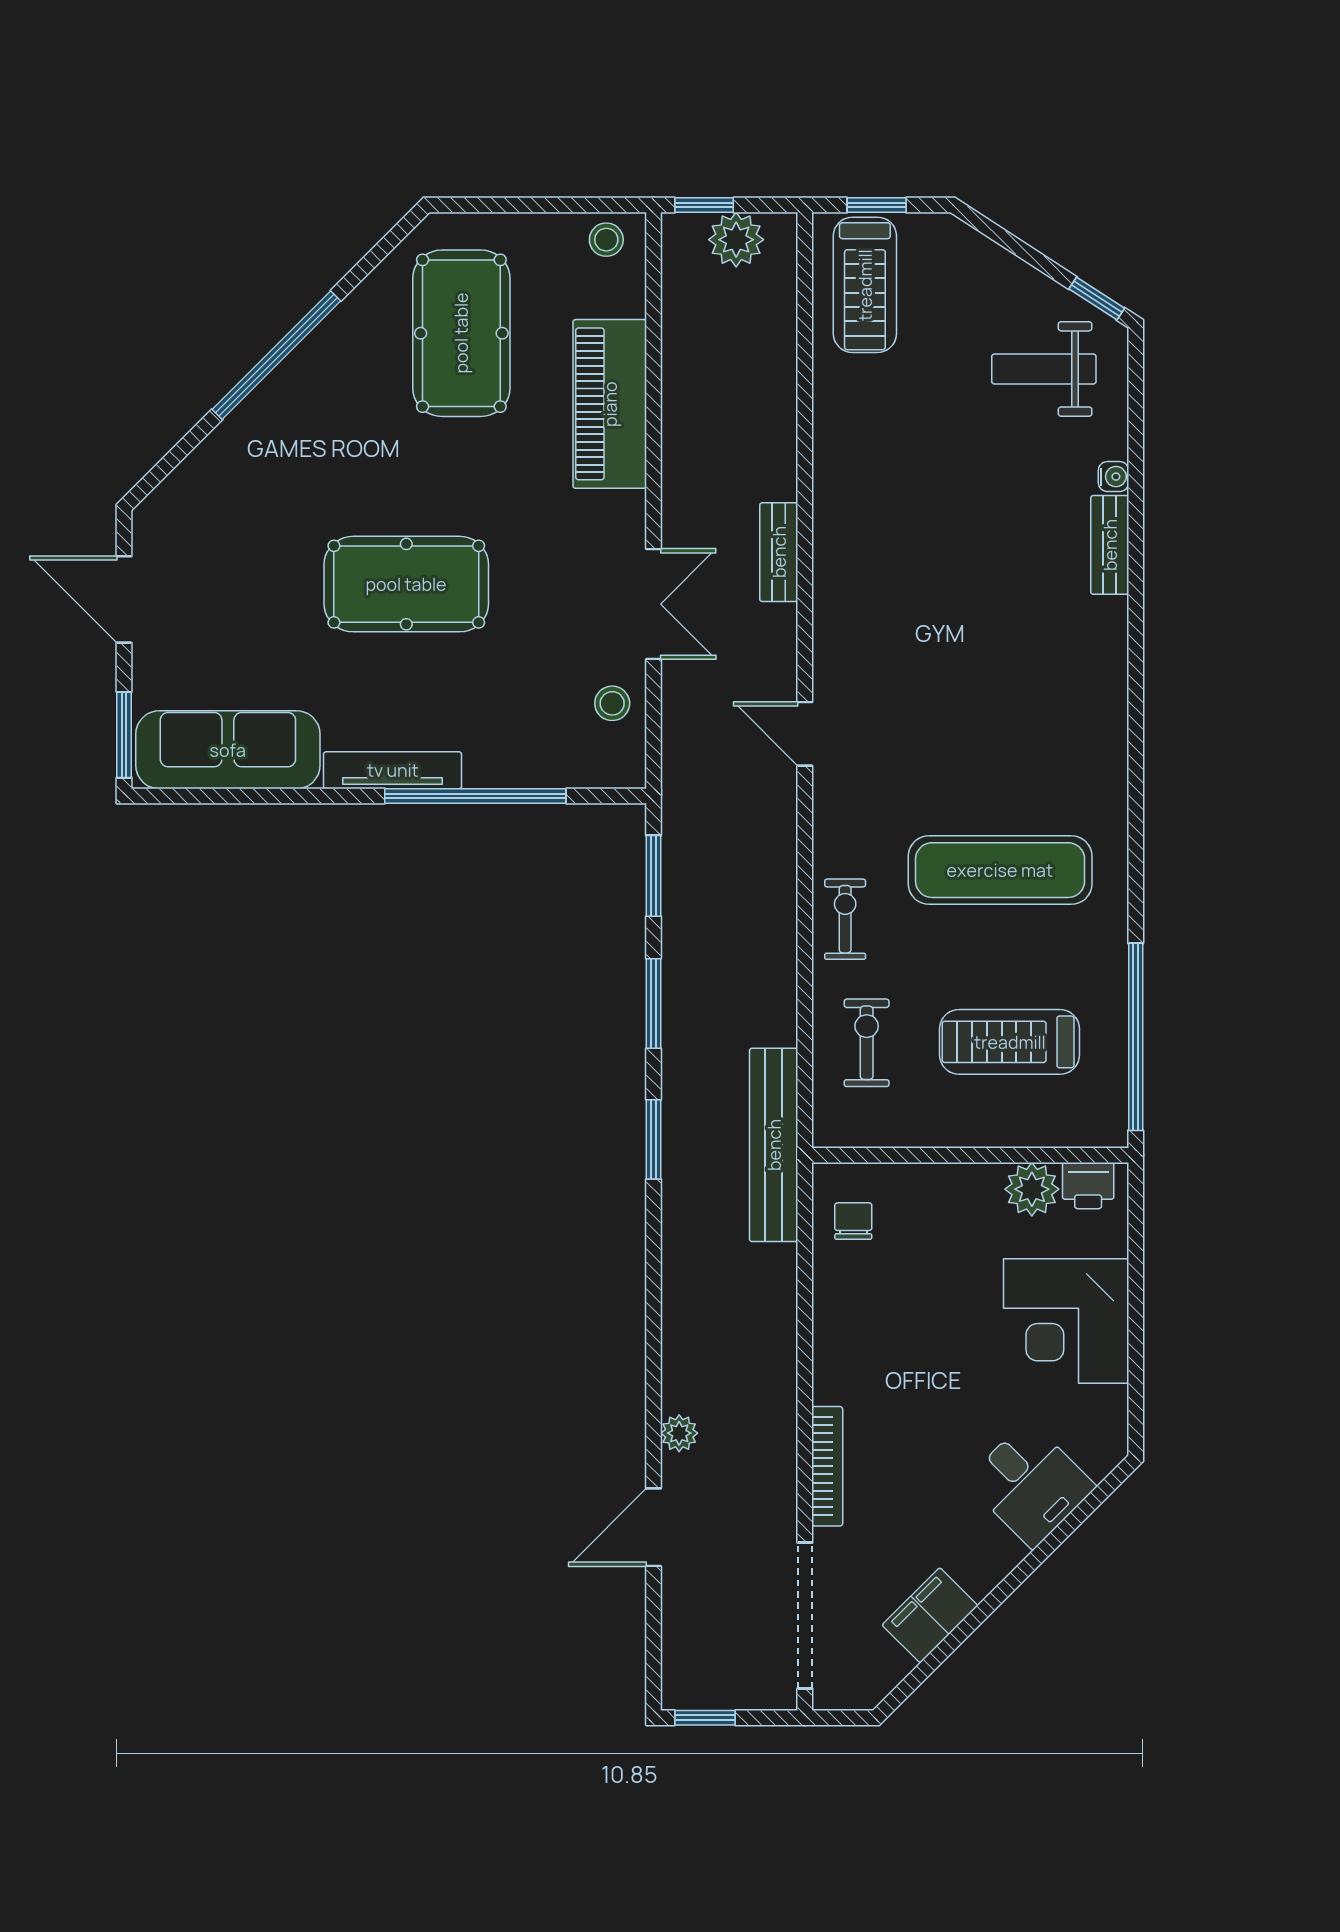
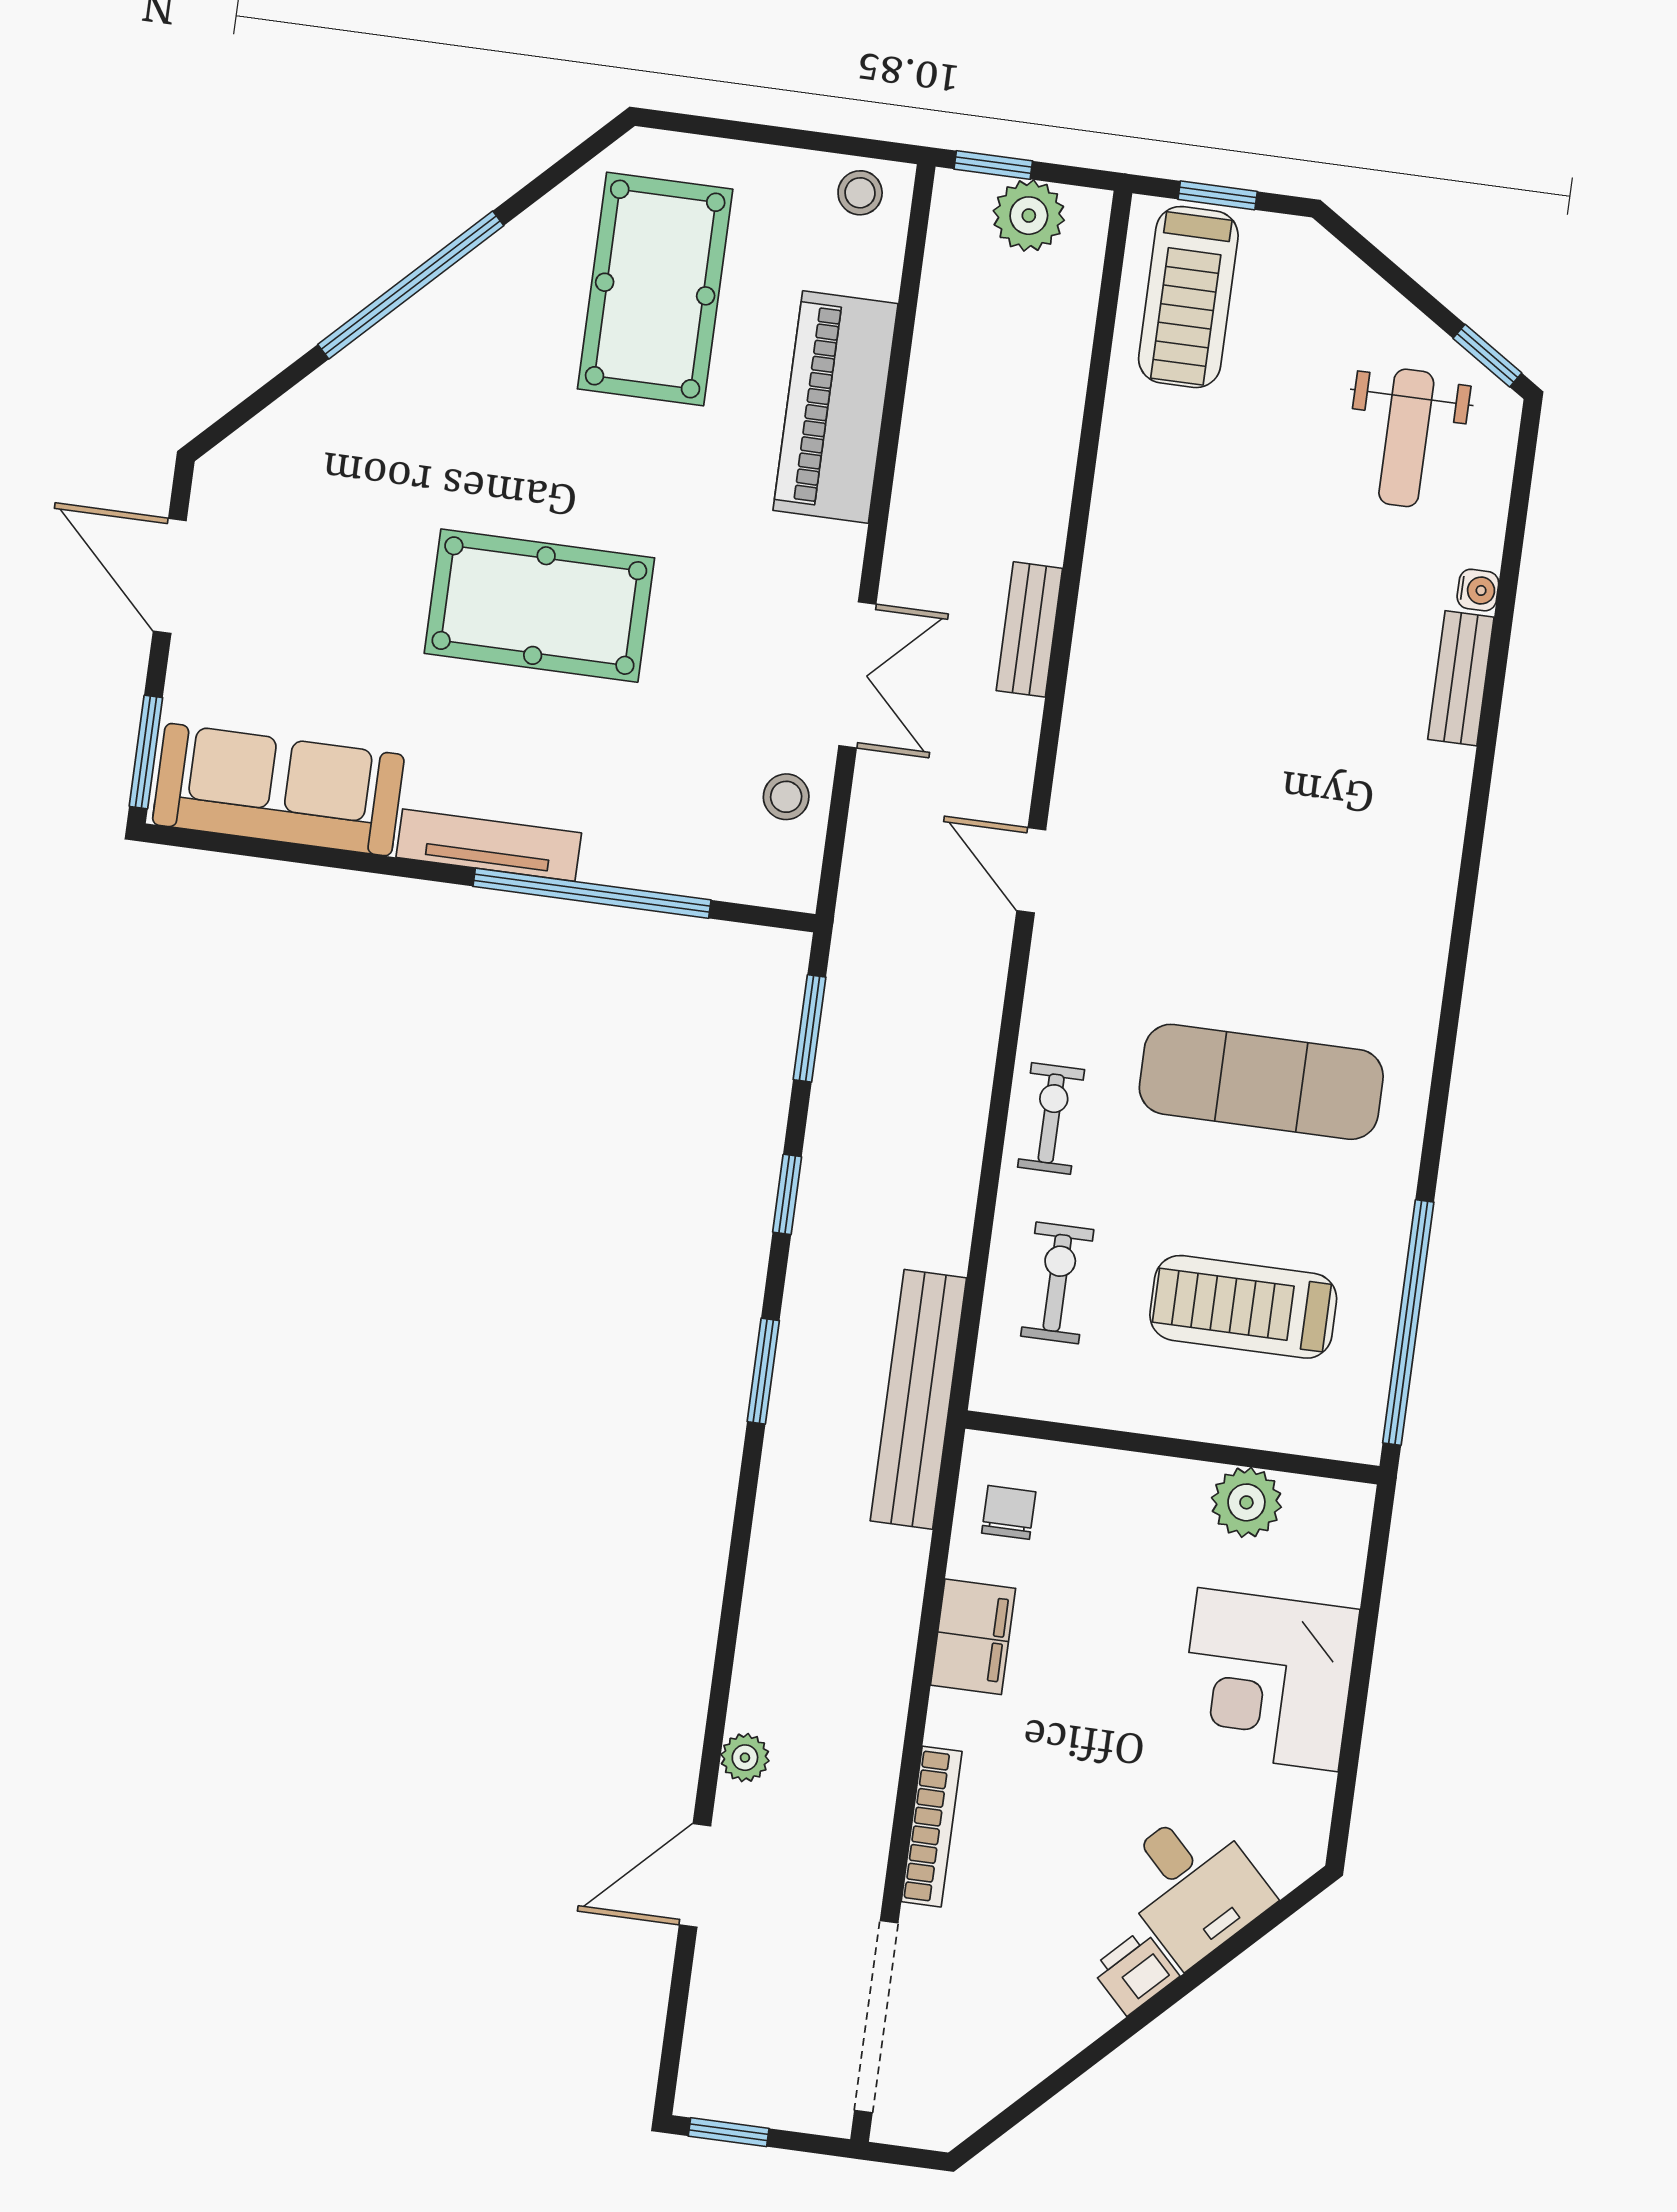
weight bench: (1044, 369) -> (1406, 438), turned -90
window: (654, 1004) -> (787, 1194), width x0.67
printer: (1088, 1186) -> (1135, 1972), moved, turned 135
filing cabinet: (930, 1615) -> (973, 1637), moved, turned 135

